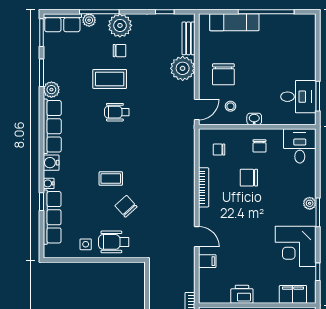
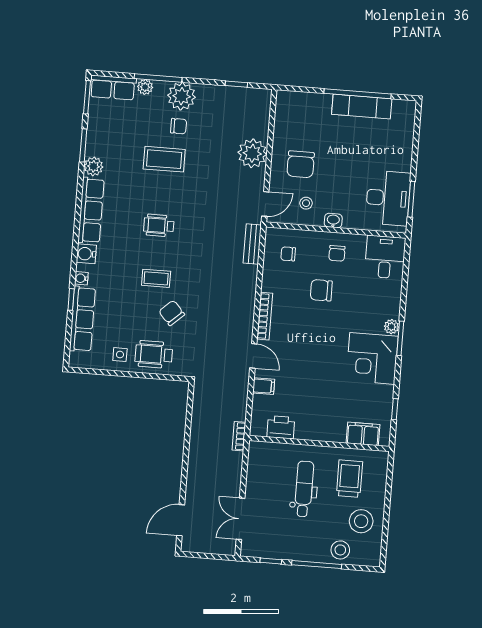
exam couch: (234, 22) -> (362, 107), moved
bench: (188, 38) -> (252, 244), moved
desk: (298, 97) -> (388, 198), width x1.37
wheelchair: (117, 112) -> (159, 225), moved
bookcase: (204, 187) -> (265, 316), moved
corner desk: (296, 246) -> (372, 358), moved
printer: (242, 294) -> (281, 427), moved

